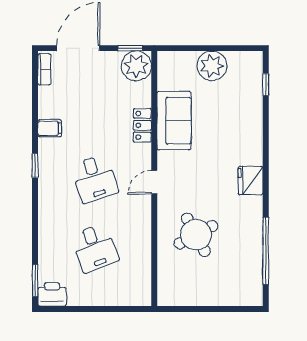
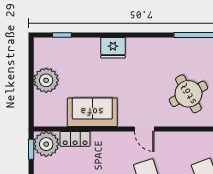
locker: (142, 125) -> (75, 139), moved
fridge: (250, 181) -> (113, 48), moved

